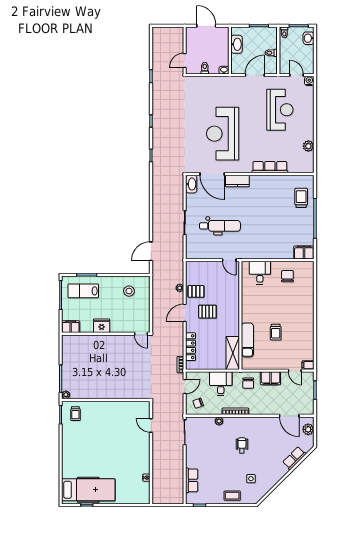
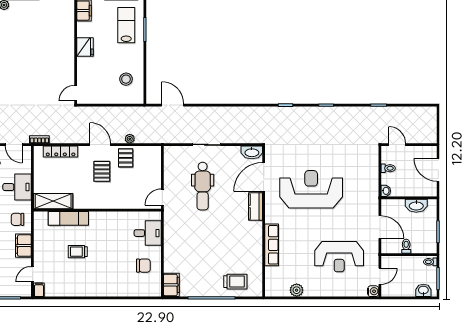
door: (206, 26) -> (438, 170), swing flipped

